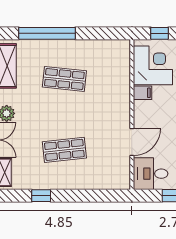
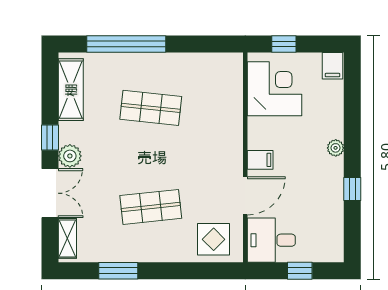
filing cabinet: (143, 93) -> (260, 160), moved
display table: (109, 173) -> (214, 239), added
window: (41, 196) -> (118, 271), width x1.50

